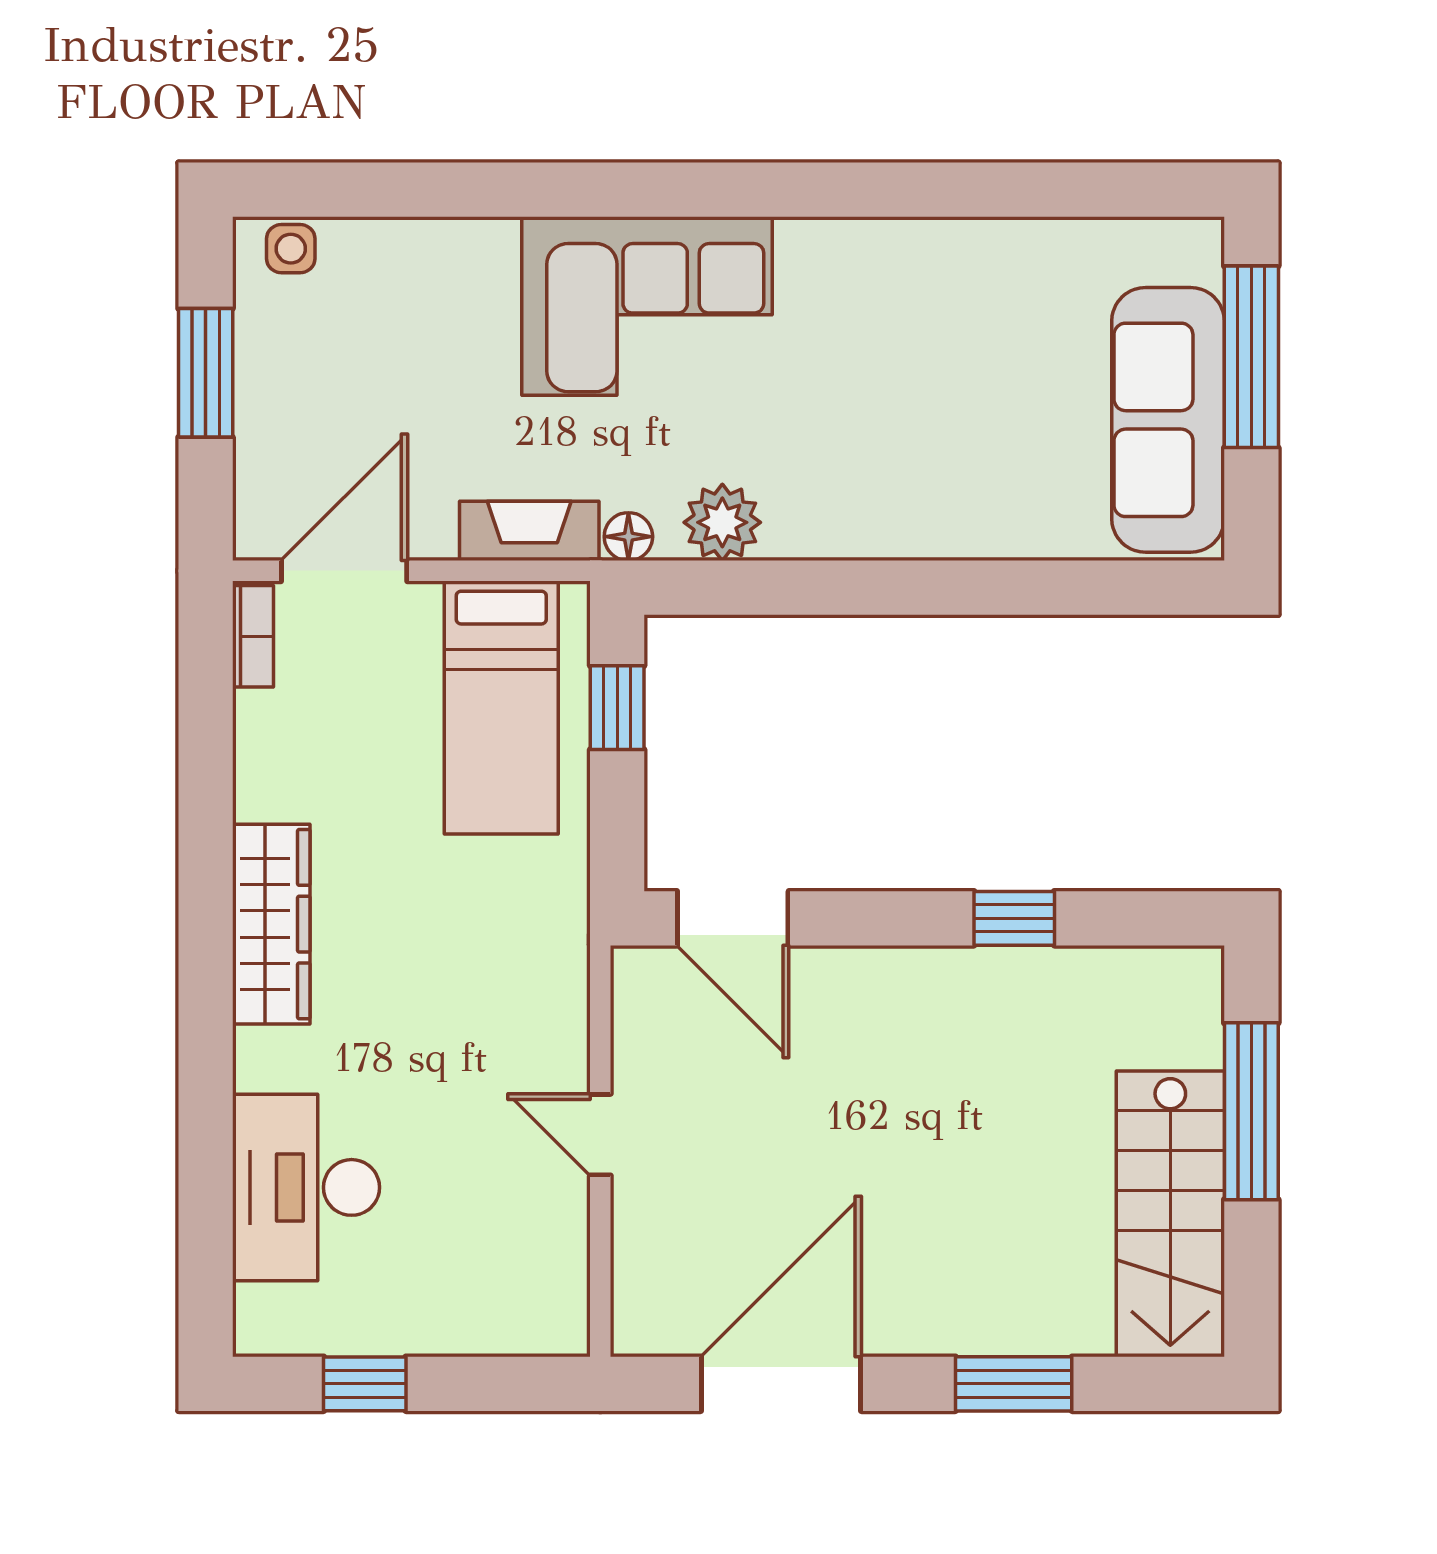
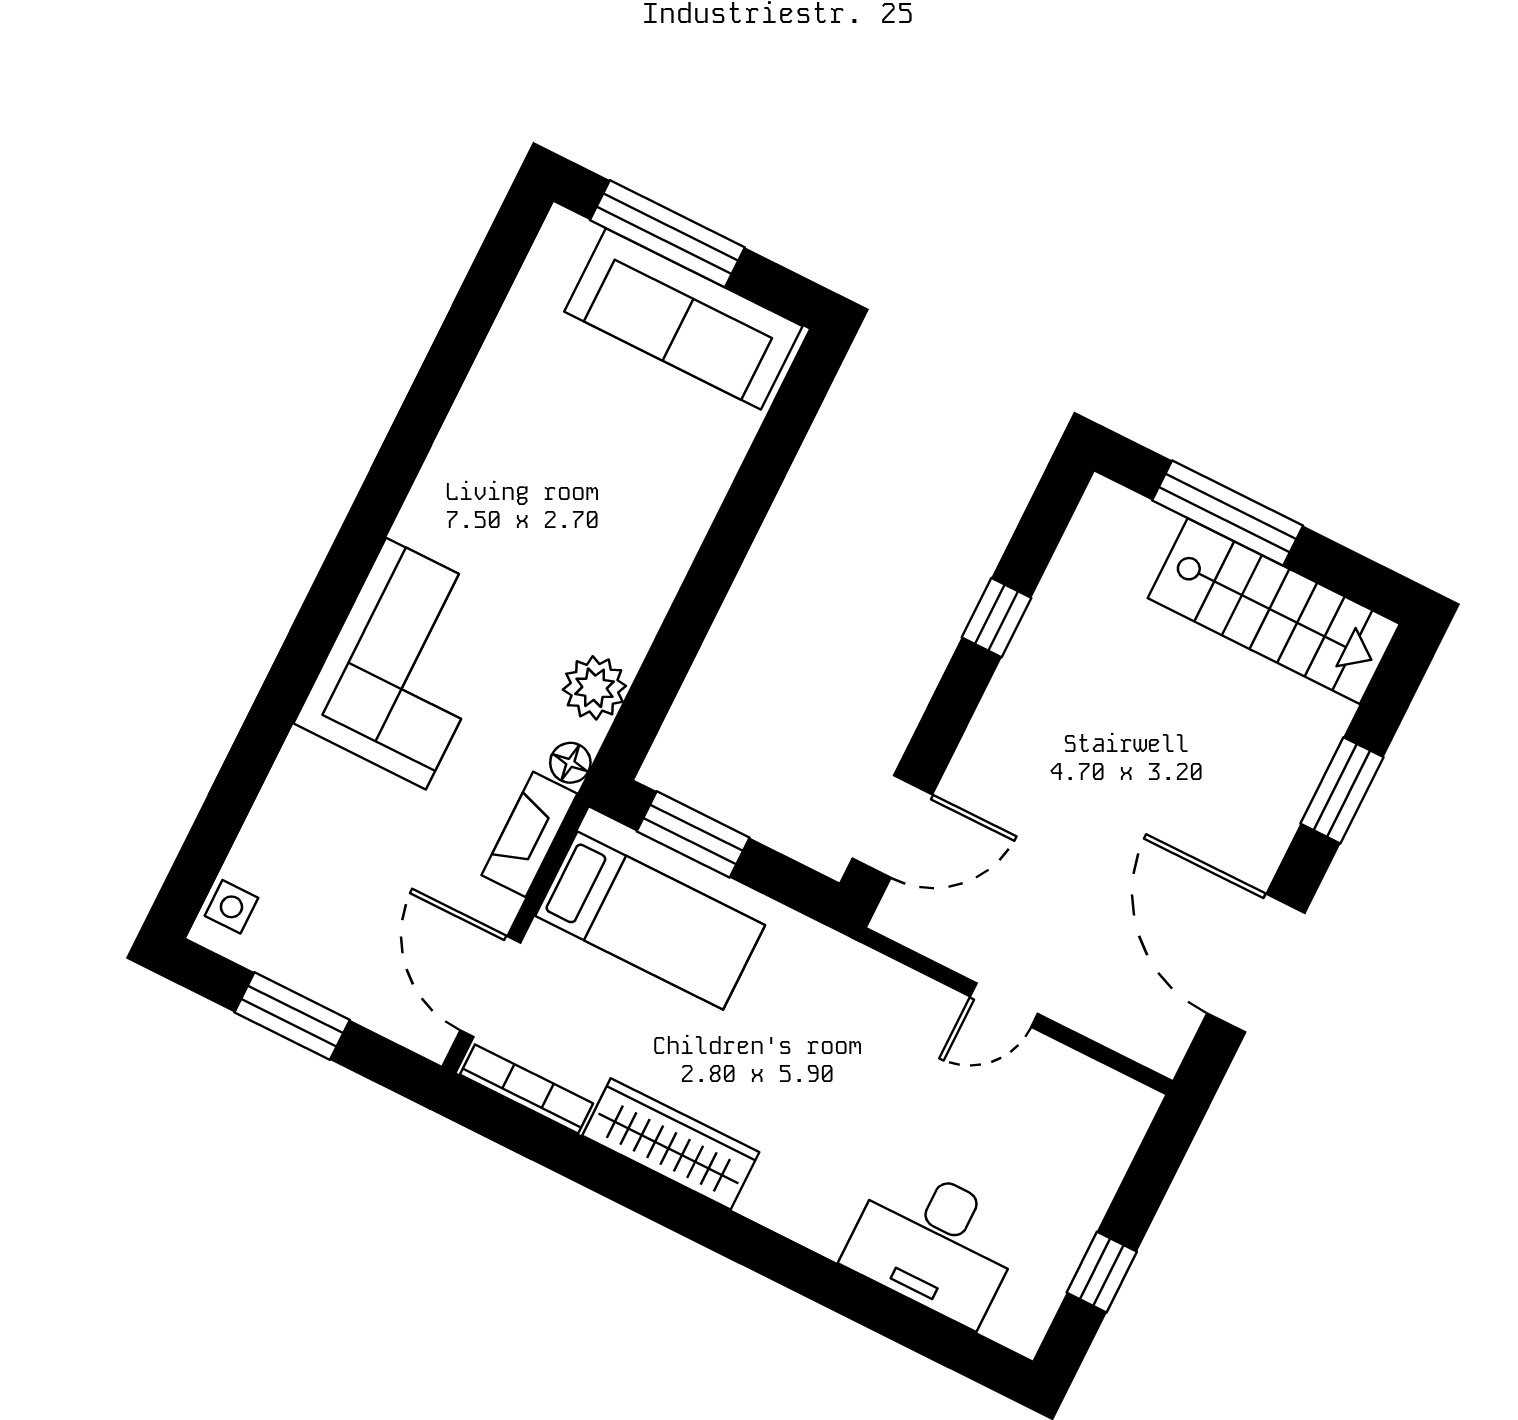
bookcase: (253, 636) -> (527, 1089), width x1.56
window: (617, 708) -> (693, 834), width x1.50
wardrobe: (271, 924) -> (671, 1144), moved

